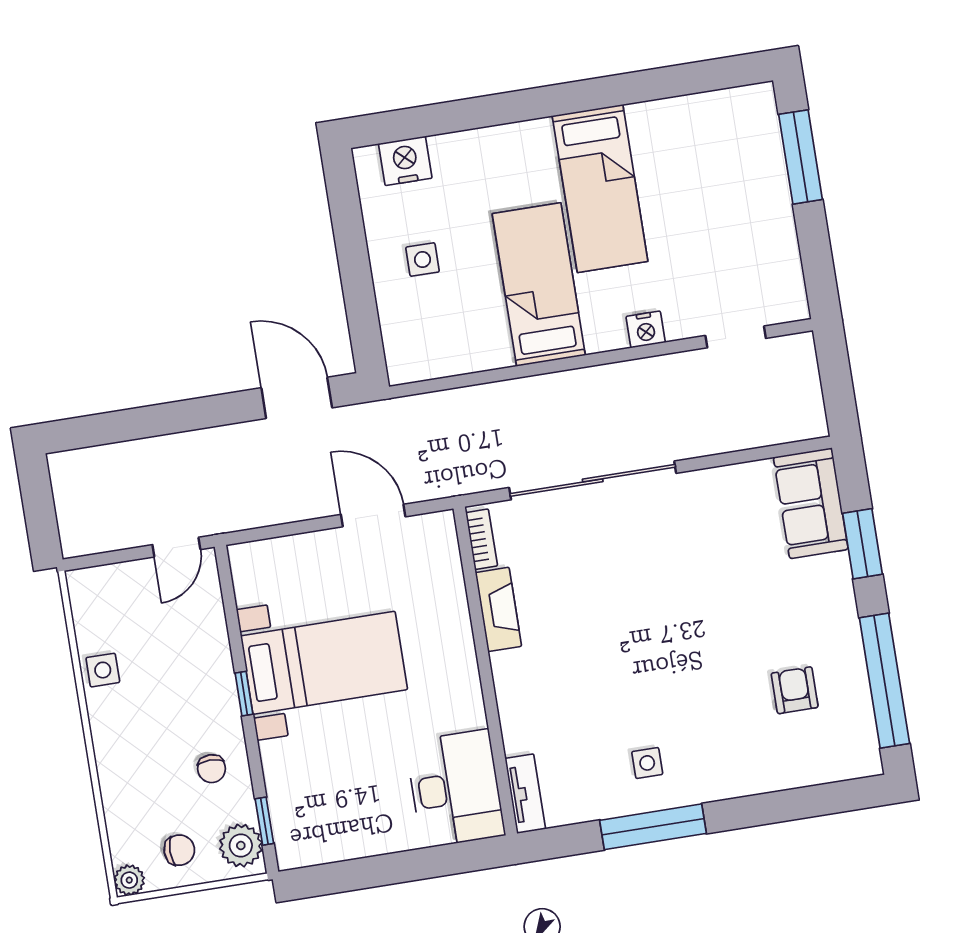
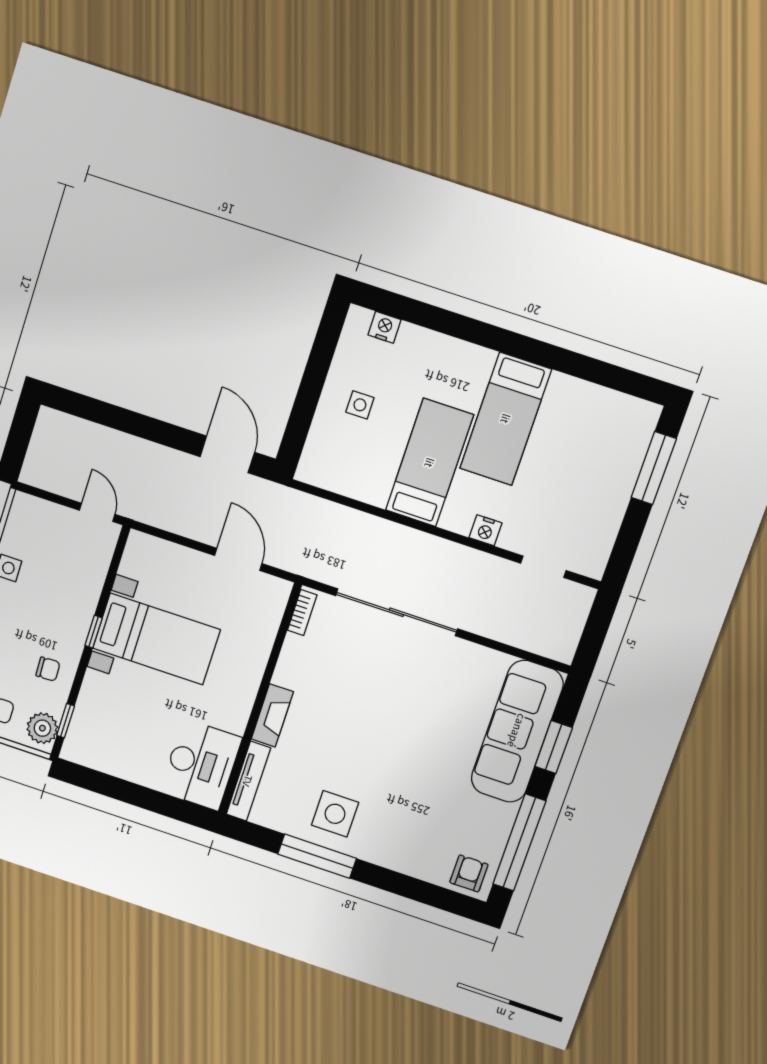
nightstand: (405, 161) -> (384, 327), width x0.74, depth x0.75
sofa: (811, 503) -> (517, 731), width x1.85, depth x1.27
door: (176, 547) -> (97, 512), swing flipped
fireplace: (498, 609) -> (272, 715), moved
armchair: (795, 690) -> (469, 873), moved
side table: (647, 763) -> (335, 814), width x1.87, depth x1.87
chair: (212, 769) -> (48, 669), turned -92
tv unit: (525, 794) -> (248, 781), width x1.41

